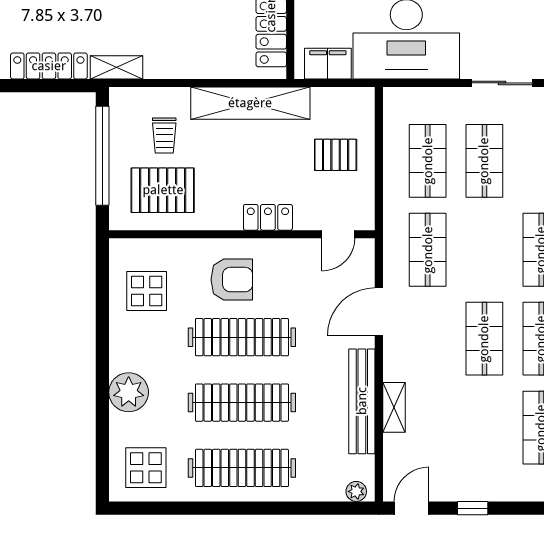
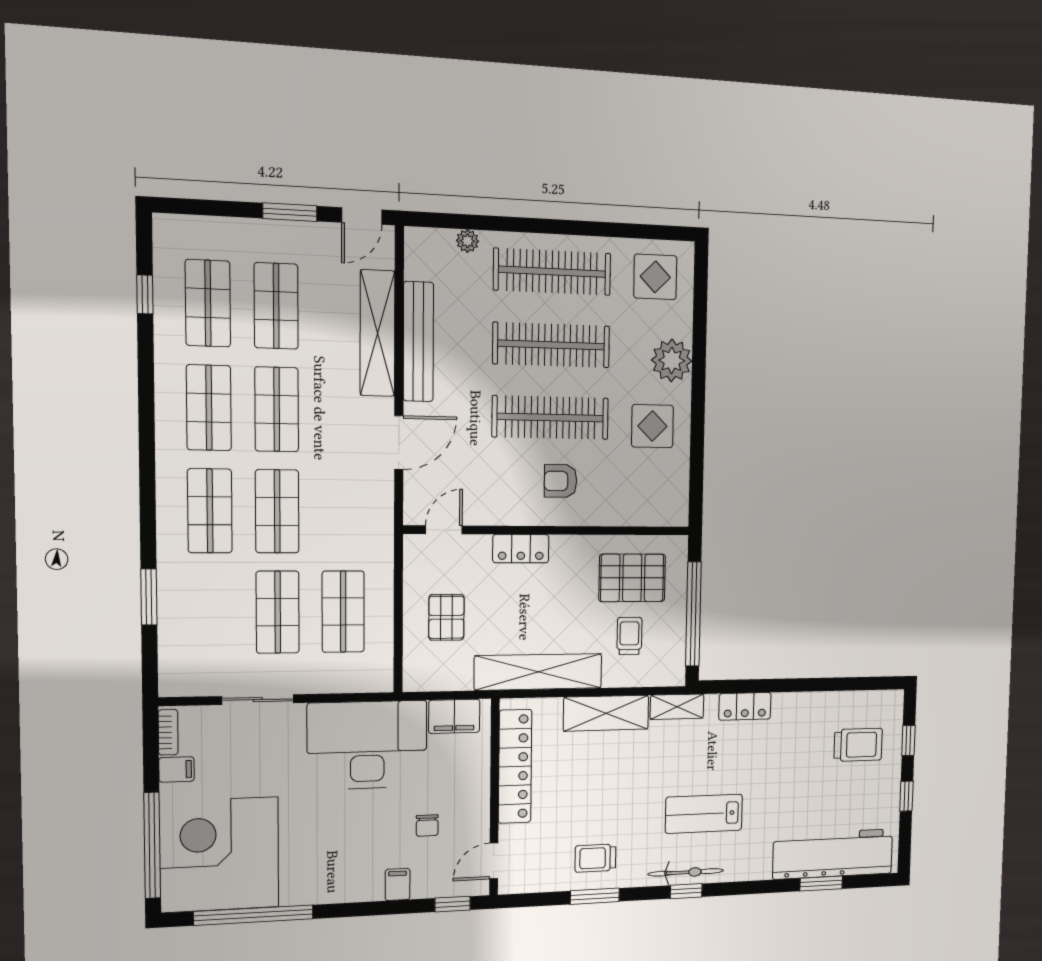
shelving: (185, 63) -> (606, 713), added
locker: (49, 66) -> (745, 706), width x0.66
pallet: (336, 155) -> (446, 617), turned 90
shop shelf: (428, 250) -> (277, 511), moved
armchair: (232, 280) -> (561, 481), width x0.72, depth x0.72
display table: (147, 291) -> (652, 426), moved
shelving: (394, 407) -> (377, 333), width x2.20, depth x1.33
shop shelf: (484, 428) -> (276, 306), added
plant: (356, 491) -> (467, 241), moved
window: (473, 508) -> (290, 212), width x1.50

